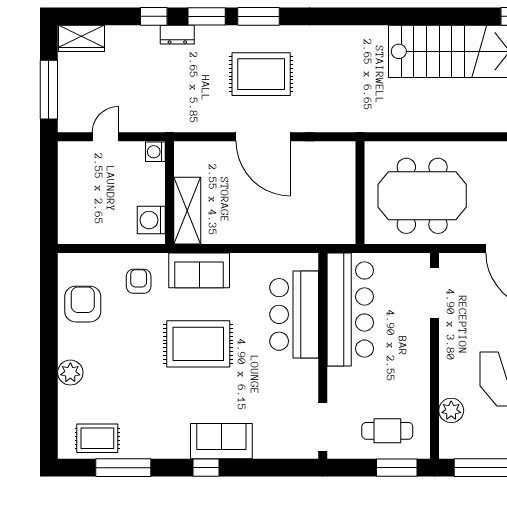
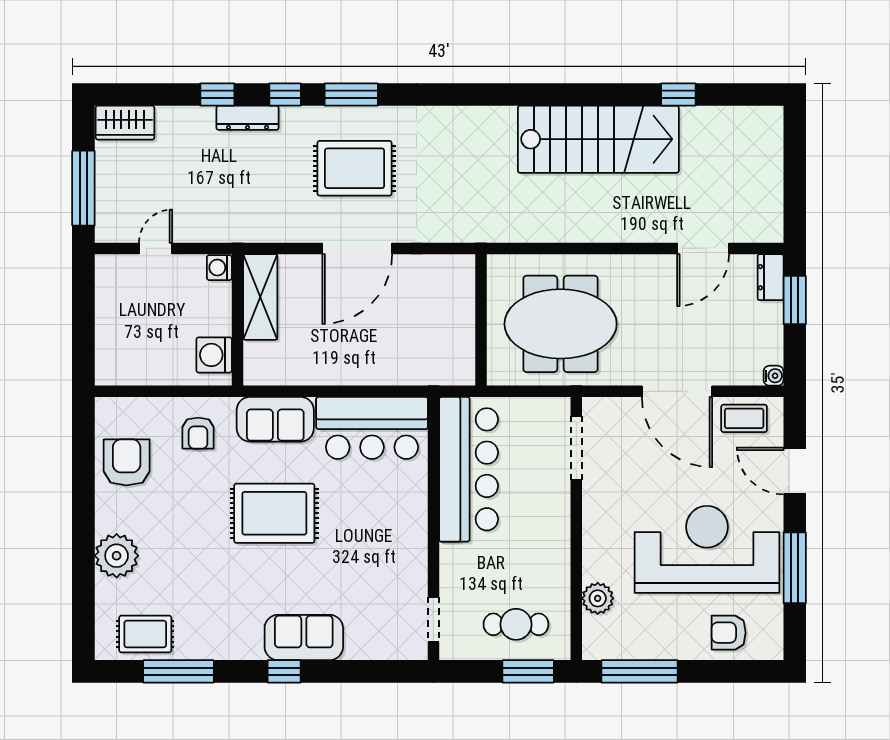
window: (207, 16) -> (285, 94), width x0.67
dresser: (177, 35) -> (248, 118), width x1.44
door: (263, 137) -> (357, 248), hinge flipped
shelving: (187, 211) -> (260, 297), moved
armchair: (139, 281) -> (198, 433), turned 180
bar counter: (294, 314) -> (372, 428), moved, turned -90
plant: (70, 373) -> (117, 556), width x1.36, depth x1.36
doorway: (323, 427) -> (433, 619), width x0.73

